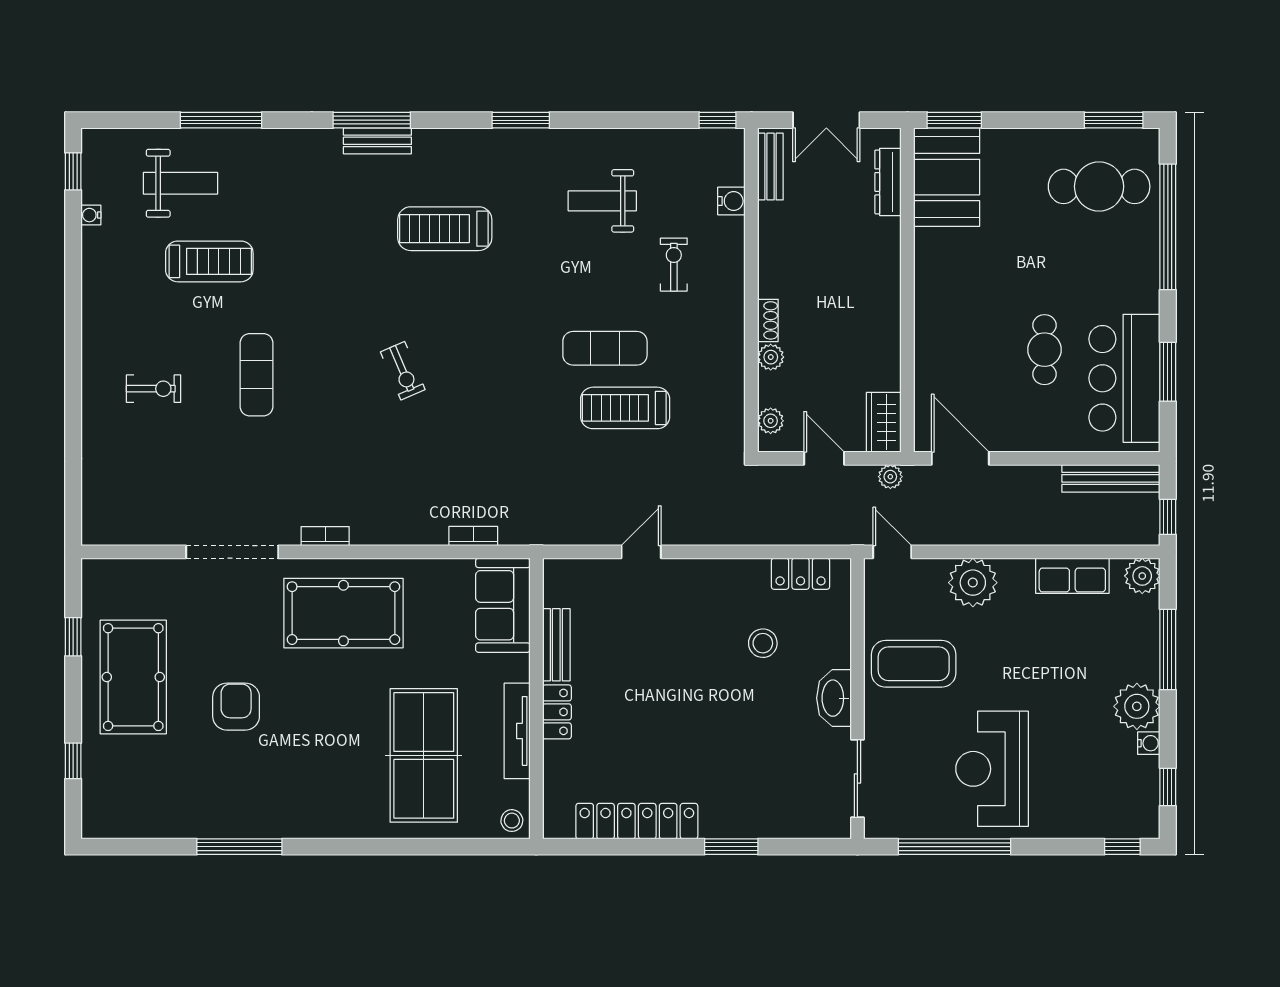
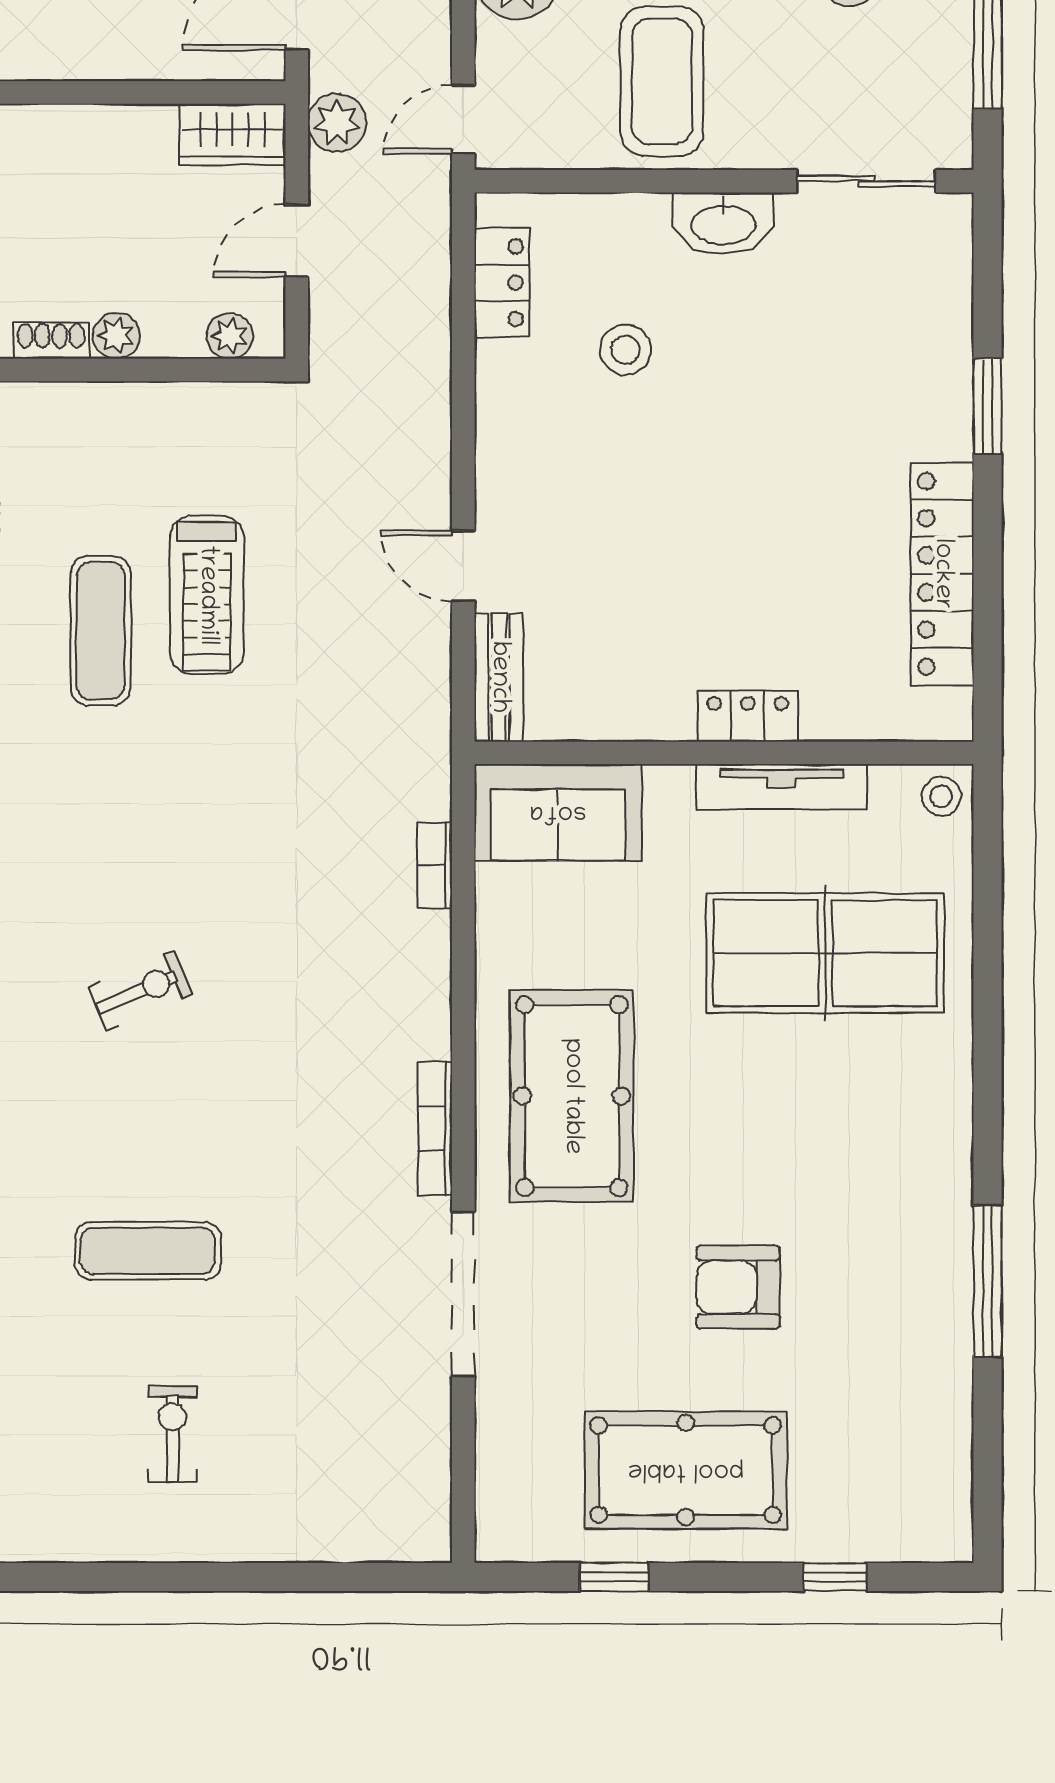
plant: (890, 477) -> (337, 123), width x1.38, depth x1.38
bookcase: (325, 536) -> (435, 1129), width x1.56
bench: (556, 645) -> (499, 677), moved, turned 90

